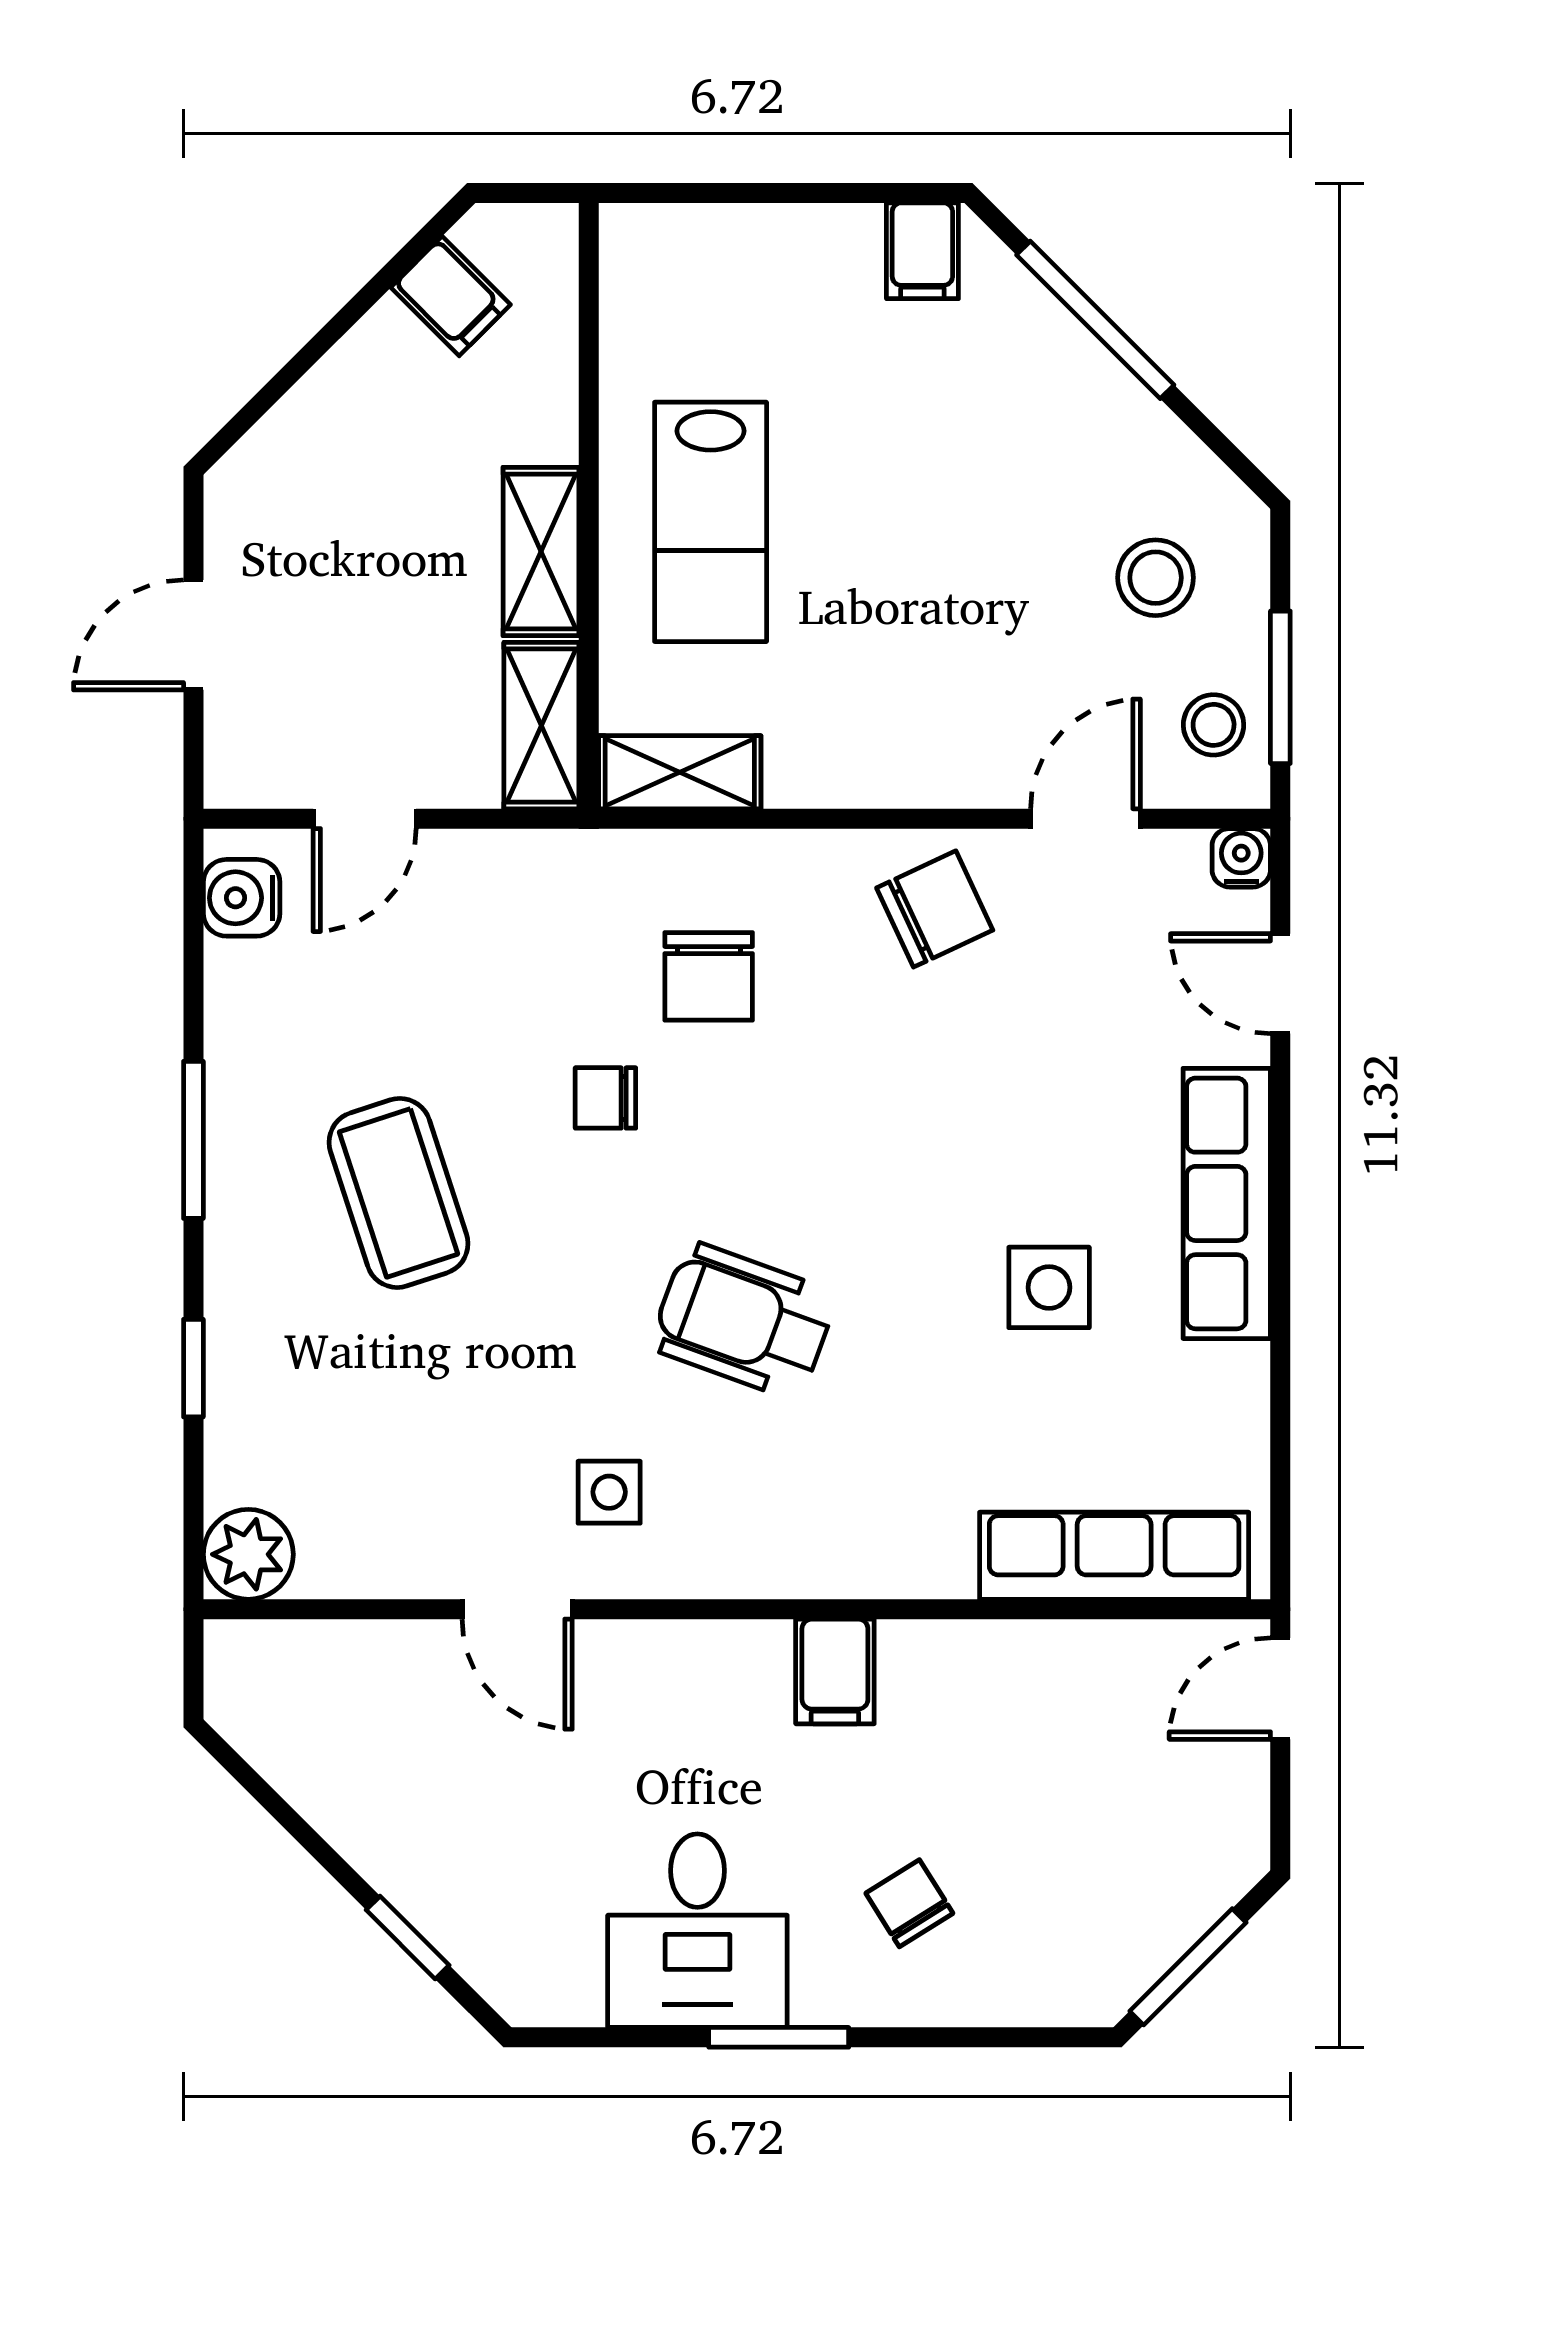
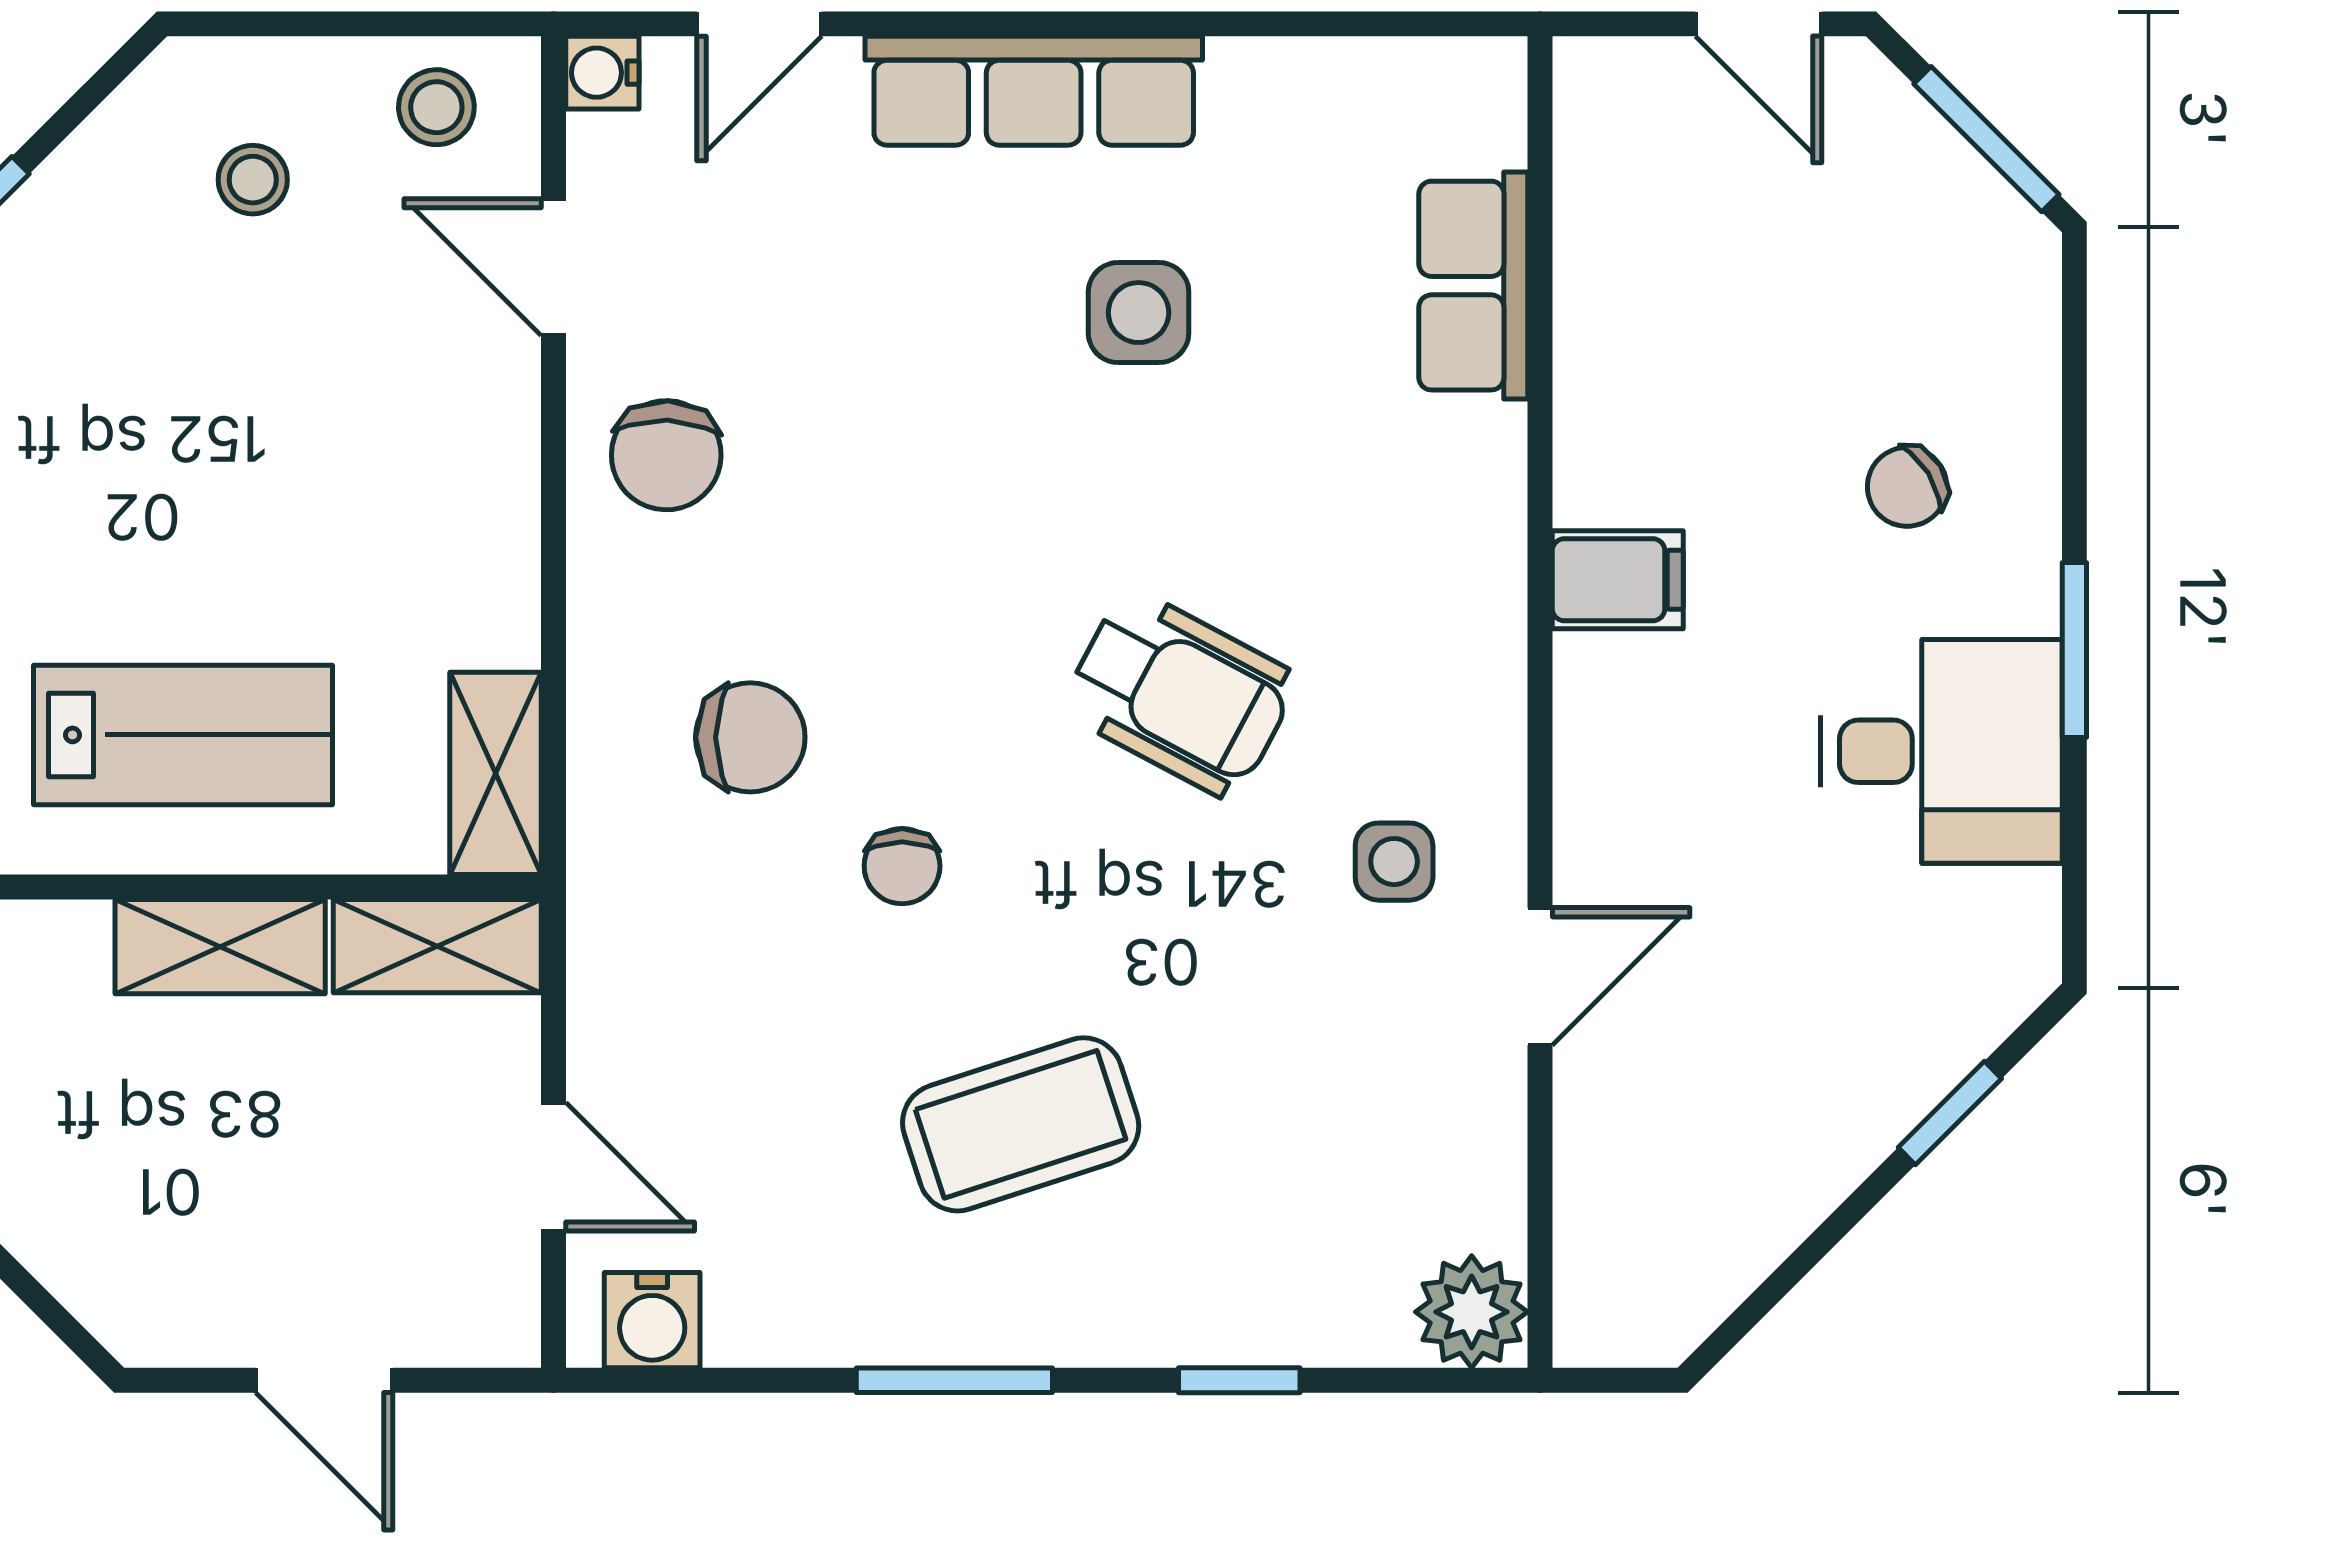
stool: (1156, 578) -> (253, 180), width x0.73, depth x0.73
window: (1280, 687) -> (389, 24), removed
chair: (935, 909) -> (666, 455), turned -153
wheelchair: (744, 1321) -> (1180, 694), turned -82
row of seats: (1114, 1556) -> (1473, 286), width x0.68
door: (1280, 1689) -> (1759, 24), moved

